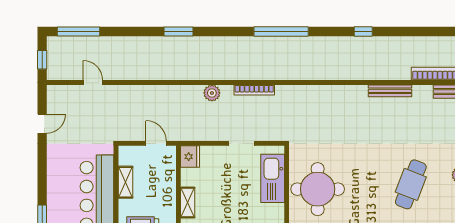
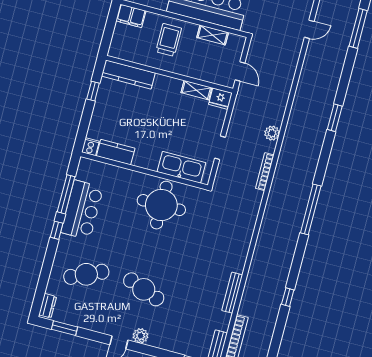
window: (363, 31) -> (288, 297), moved
door: (156, 143) -> (240, 71), hinge flipped
shelving: (188, 203) -> (196, 90), moved

